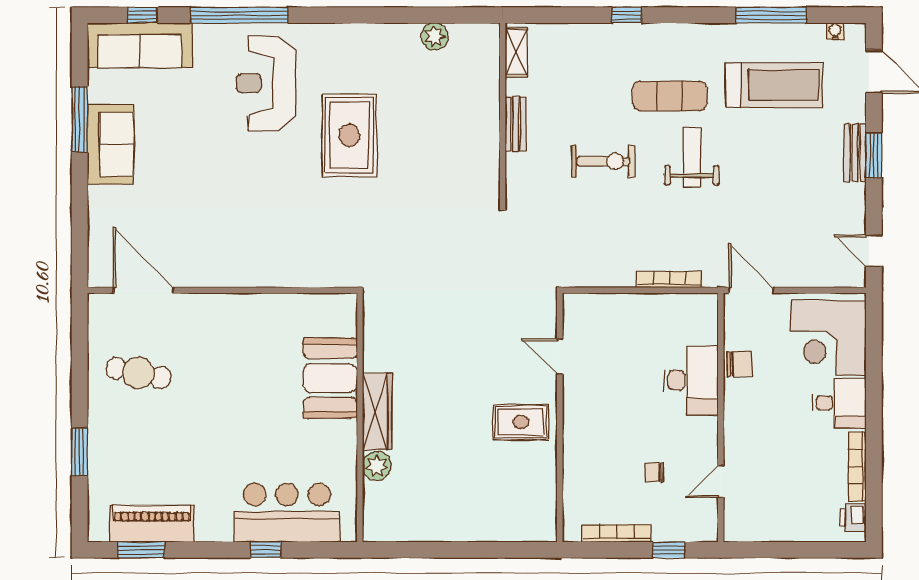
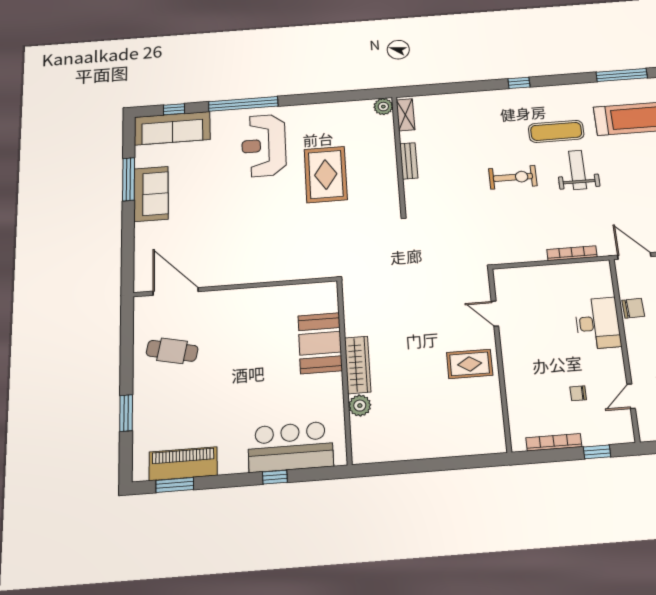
shelving: (516, 52) -> (405, 115), moved
wall: (503, 114) -> (399, 155), moved
bench: (516, 124) -> (409, 161), moved

